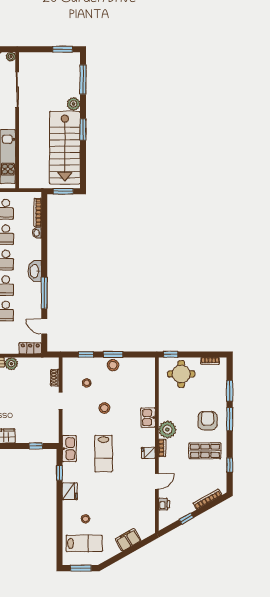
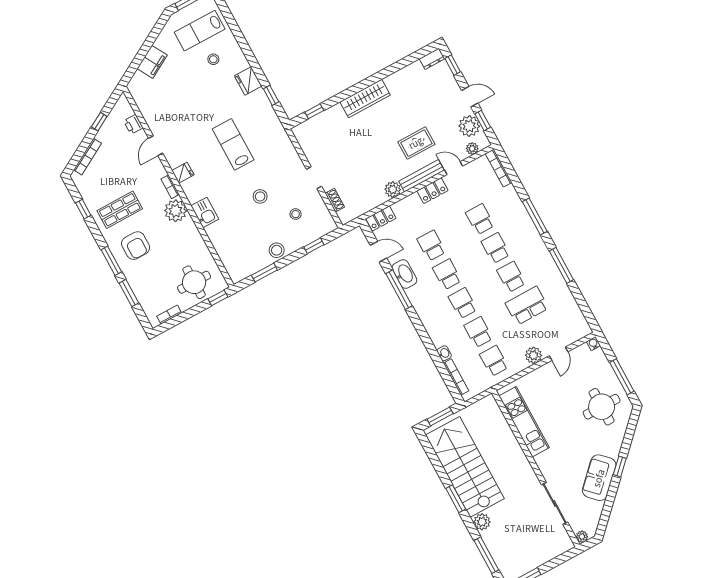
washbasin: (35, 271) -> (404, 274), moved
window: (113, 354) -> (264, 273), moved
kitchen sink: (69, 449) -> (275, 129), removed

